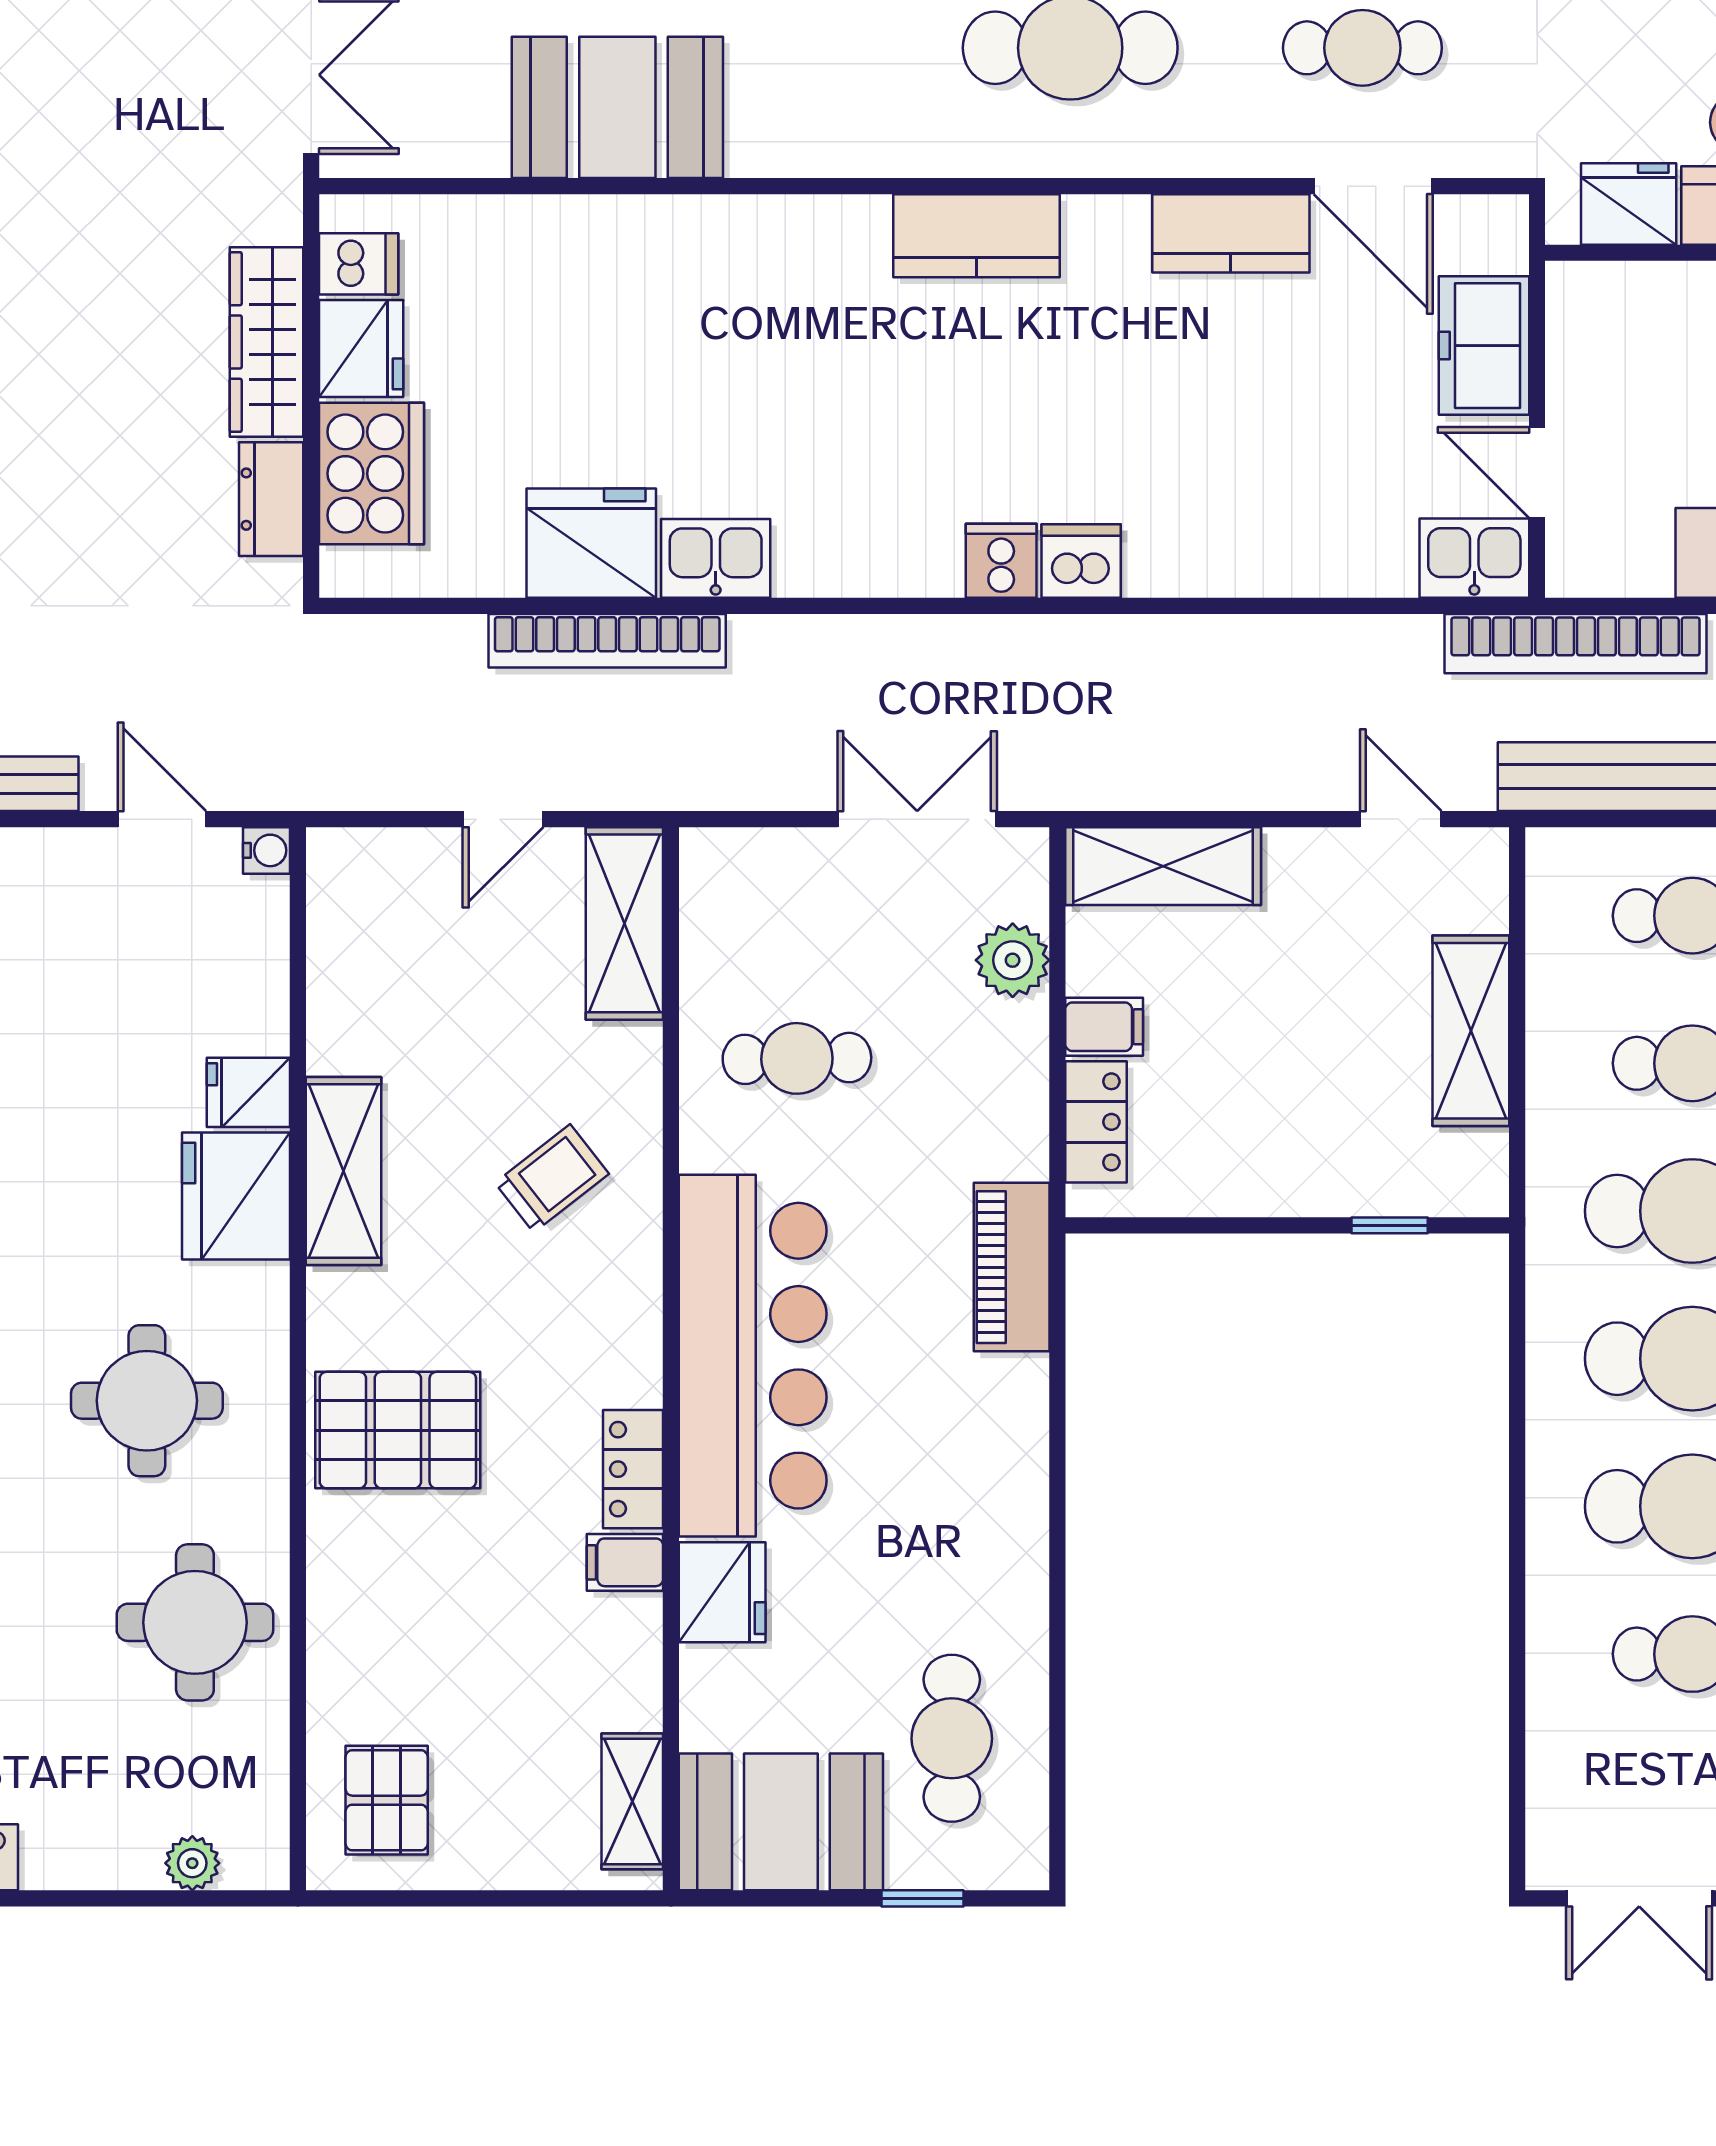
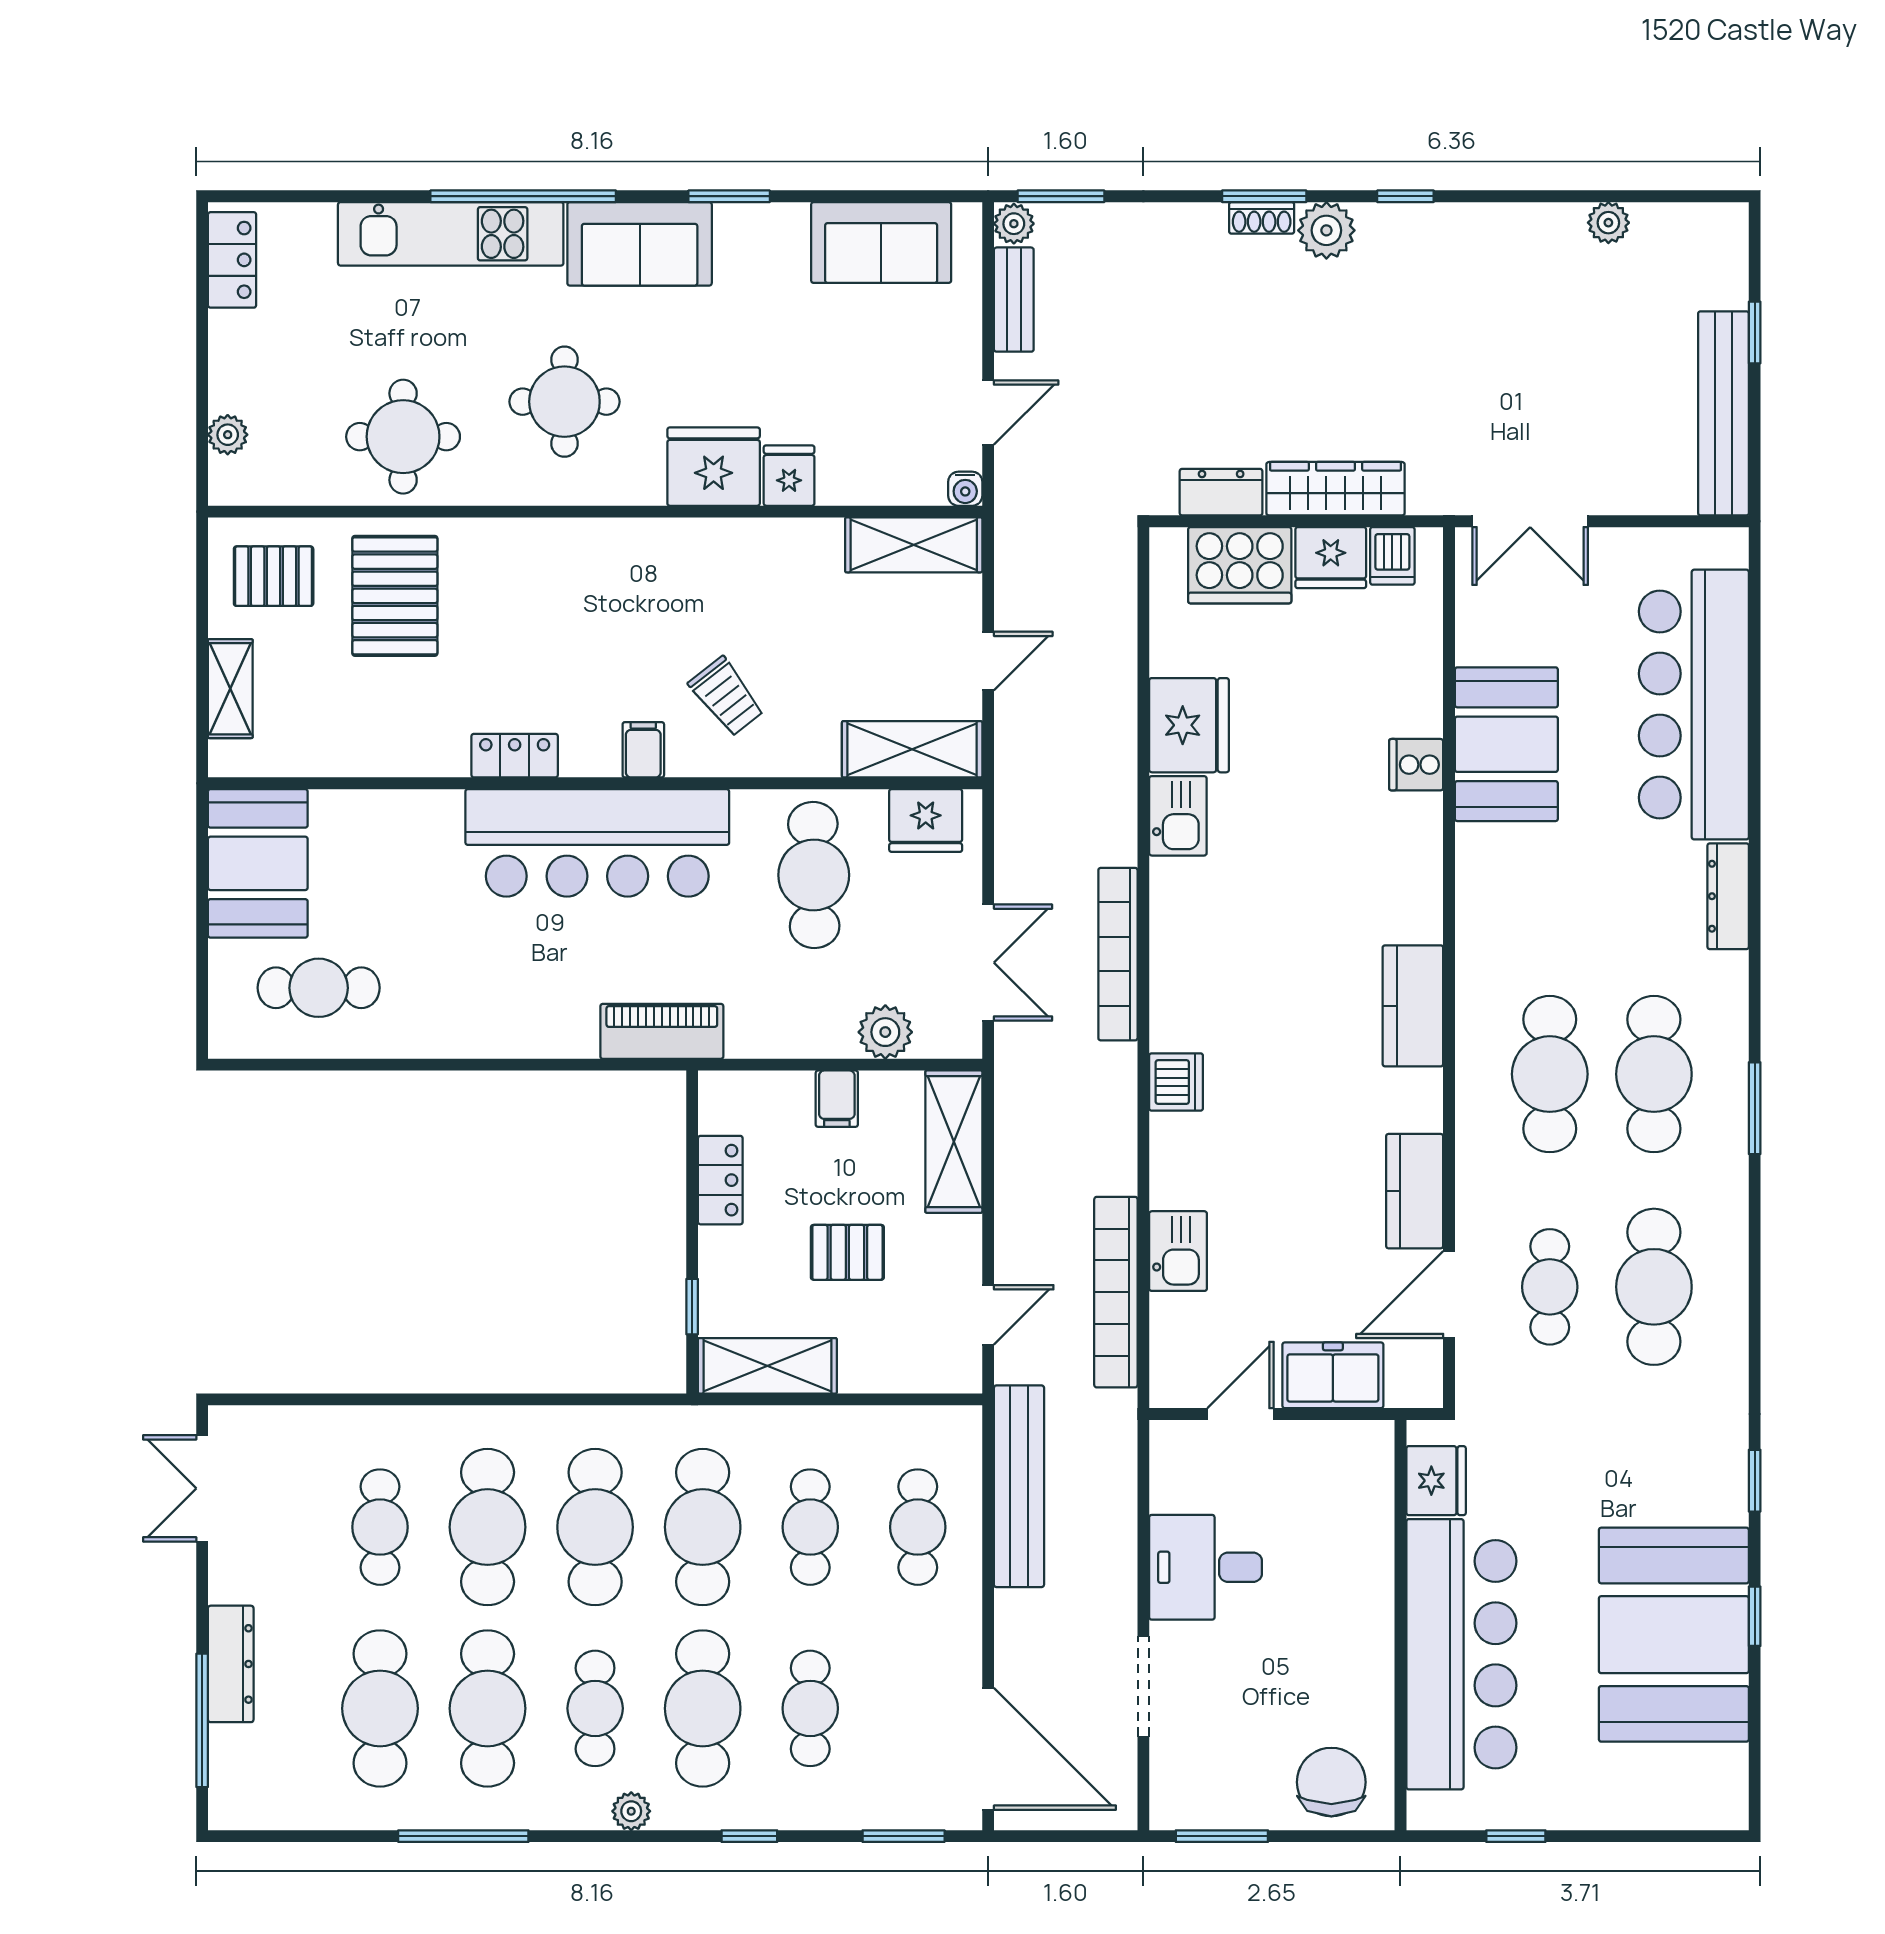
kitchen sink: (1474, 558) -> (1178, 1251), moved
cooker: (1001, 561) -> (1416, 765), moved, turned 180
bookcase: (607, 641) -> (1118, 954), moved
bookcase: (1575, 644) -> (1116, 1292), moved
door: (503, 819) -> (988, 661), swing flipped
pallet: (1315, 1012) -> (847, 1252), added
shelving: (1471, 1031) -> (767, 1366), moved
cafe table: (797, 1058) -> (814, 875), width x1.37, depth x1.35
locker: (1096, 1122) -> (720, 1180), moved, turned -90
shelving: (344, 1171) -> (914, 545), moved
pallet: (398, 1430) -> (395, 596), moved
filing cabinet: (625, 1562) -> (643, 750), moved
fridge: (722, 1592) -> (926, 821), moved
shelving: (632, 1801) -> (230, 689), moved, turned 90
window: (923, 1898) -> (202, 966), removed

